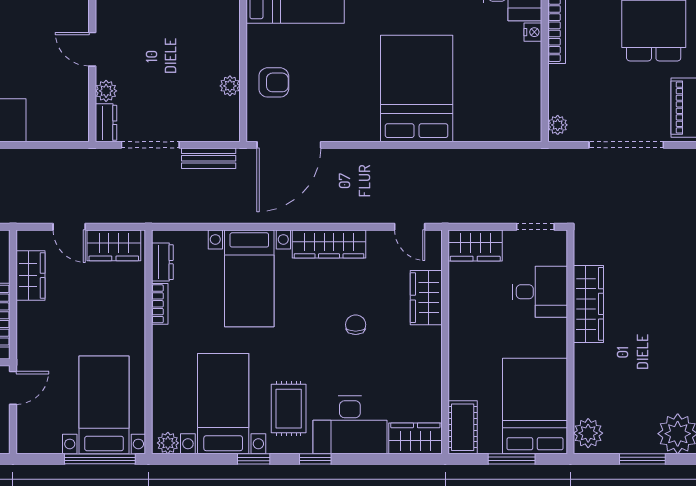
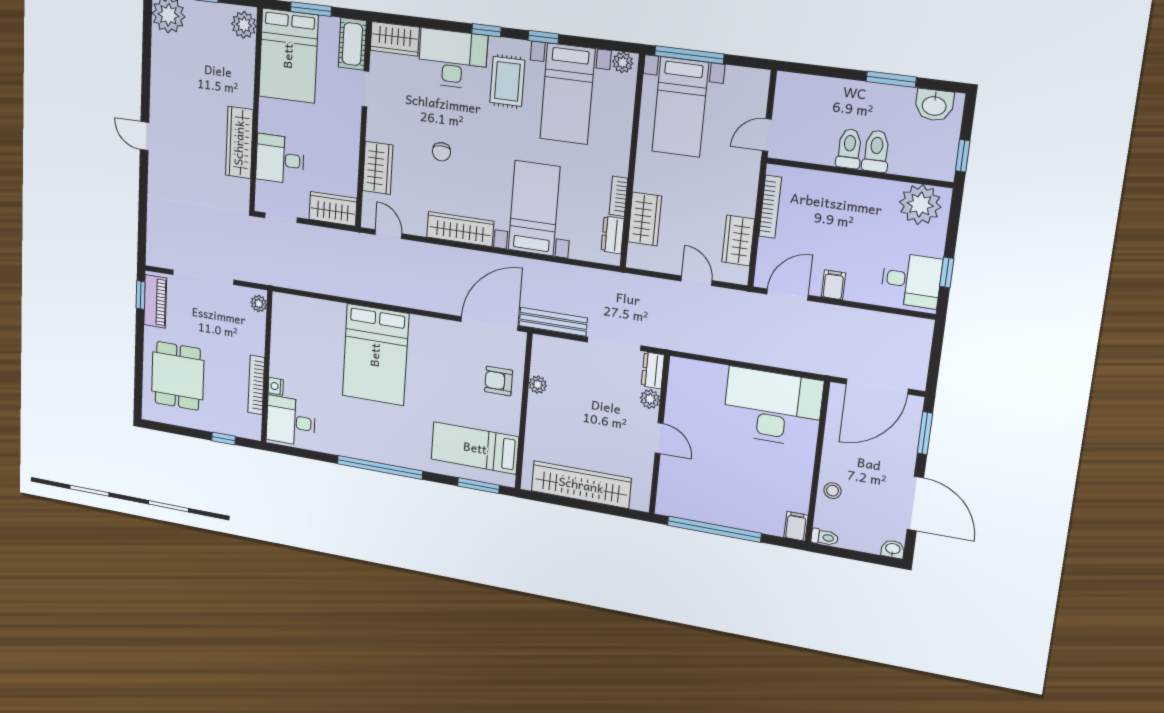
bench: (209, 158) -> (553, 322), width x1.36
wardrobe: (114, 245) -> (645, 219), moved, turned 90
doorway: (445, 381) -> (365, 89), added

